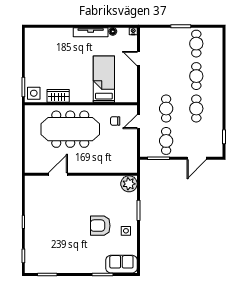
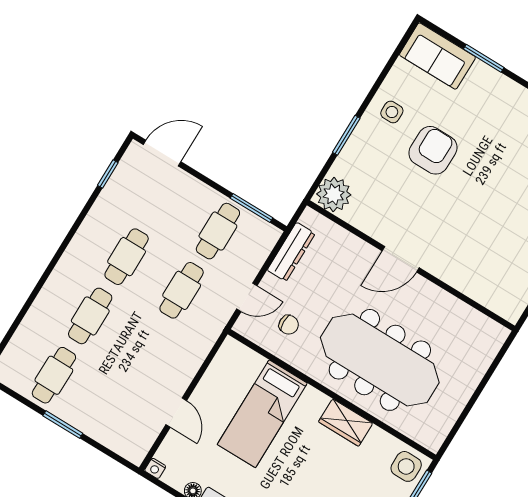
wardrobe: (58, 96) -> (346, 423), moved
dresser: (132, 151) -> (291, 252), added
door: (197, 158) -> (162, 153), moved
door: (58, 174) -> (401, 259), moved
armchair: (100, 226) -> (433, 150), turned -90

